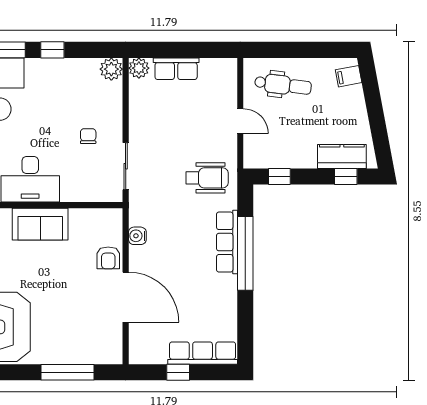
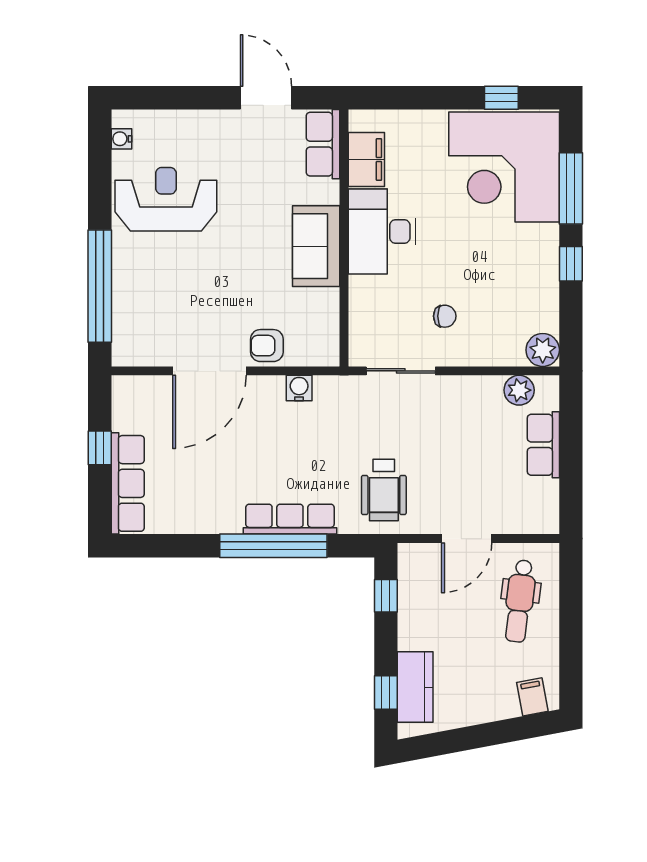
plant: (139, 68) -> (519, 390), moved
door: (240, 121) -> (467, 539), width x1.38
window: (68, 372) -> (100, 286), width x1.46

